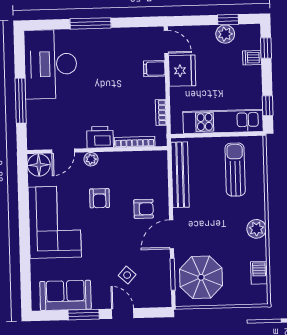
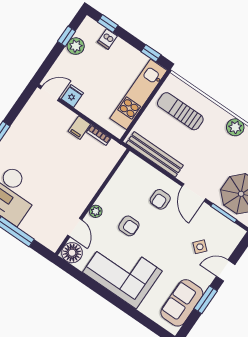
filing cabinet: (154, 69) -> (79, 128), moved
fridge: (182, 71) -> (72, 96), width x0.53, depth x0.75
printer: (100, 137) -> (84, 193), removed
bookcase: (135, 142) -> (106, 170), removed
armchair: (144, 209) -> (160, 199), turned 180

